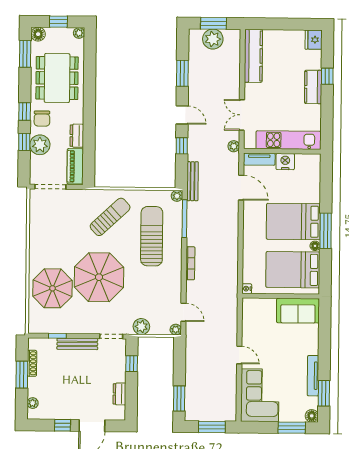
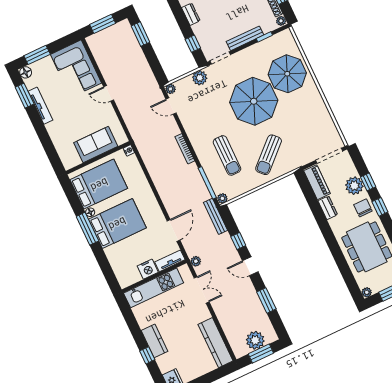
door: (241, 188) -> (173, 230), swing flipped
sun lounger: (152, 236) -> (227, 155), width x0.73, depth x0.75
sofa: (298, 311) -> (96, 144), moved
plant: (33, 344) -> (281, 21), added

